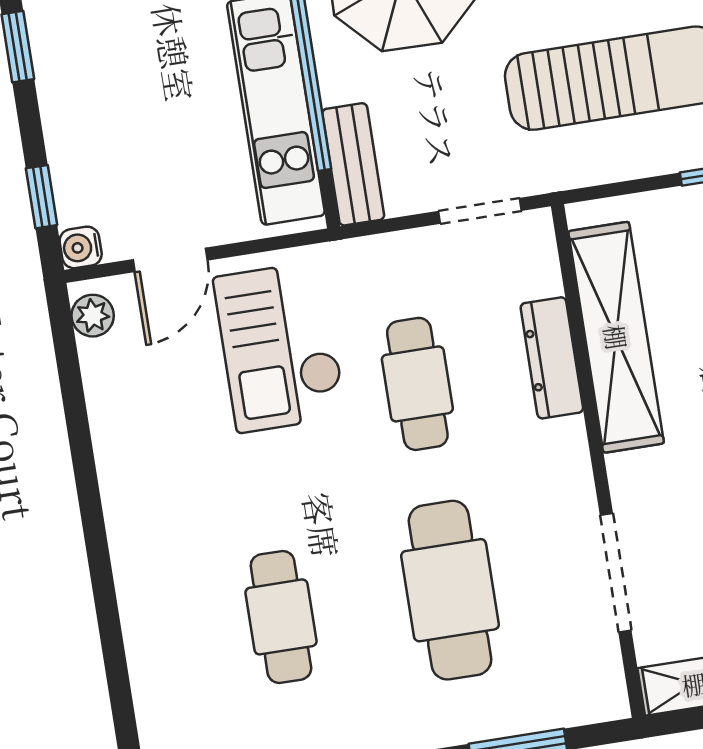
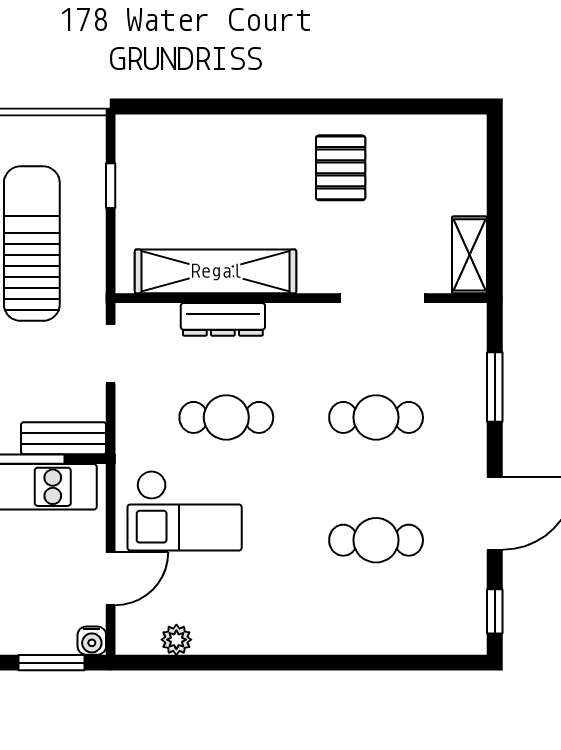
window: (42, 197) -> (52, 663), width x1.50
door: (170, 260) -> (111, 579), hinge flipped
plant: (93, 316) -> (176, 640), moved
cafe table: (450, 590) -> (376, 417), width x0.73, depth x0.74

